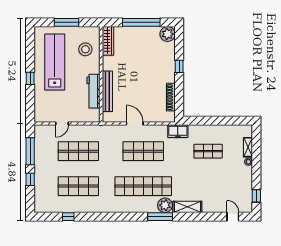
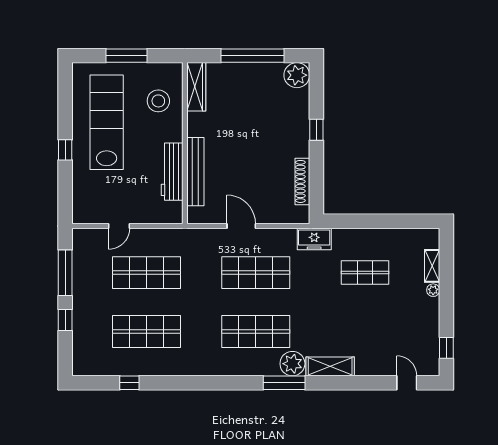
shop shelf: (143, 186) -> (256, 331), width x0.71

